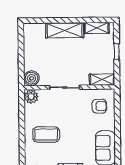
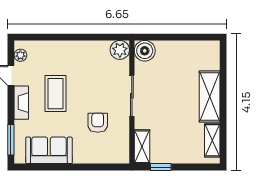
window: (117, 52) -> (161, 167), moved
armchair: (99, 106) -> (98, 123), moved, turned 180
coffee table: (46, 135) -> (56, 94), moved

